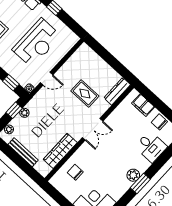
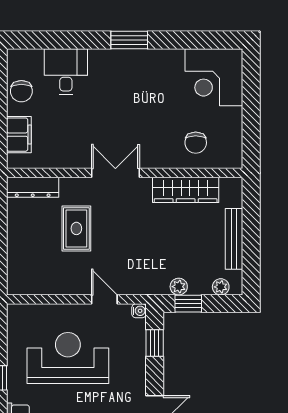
plant: (133, 175) -> (127, 60), removed

